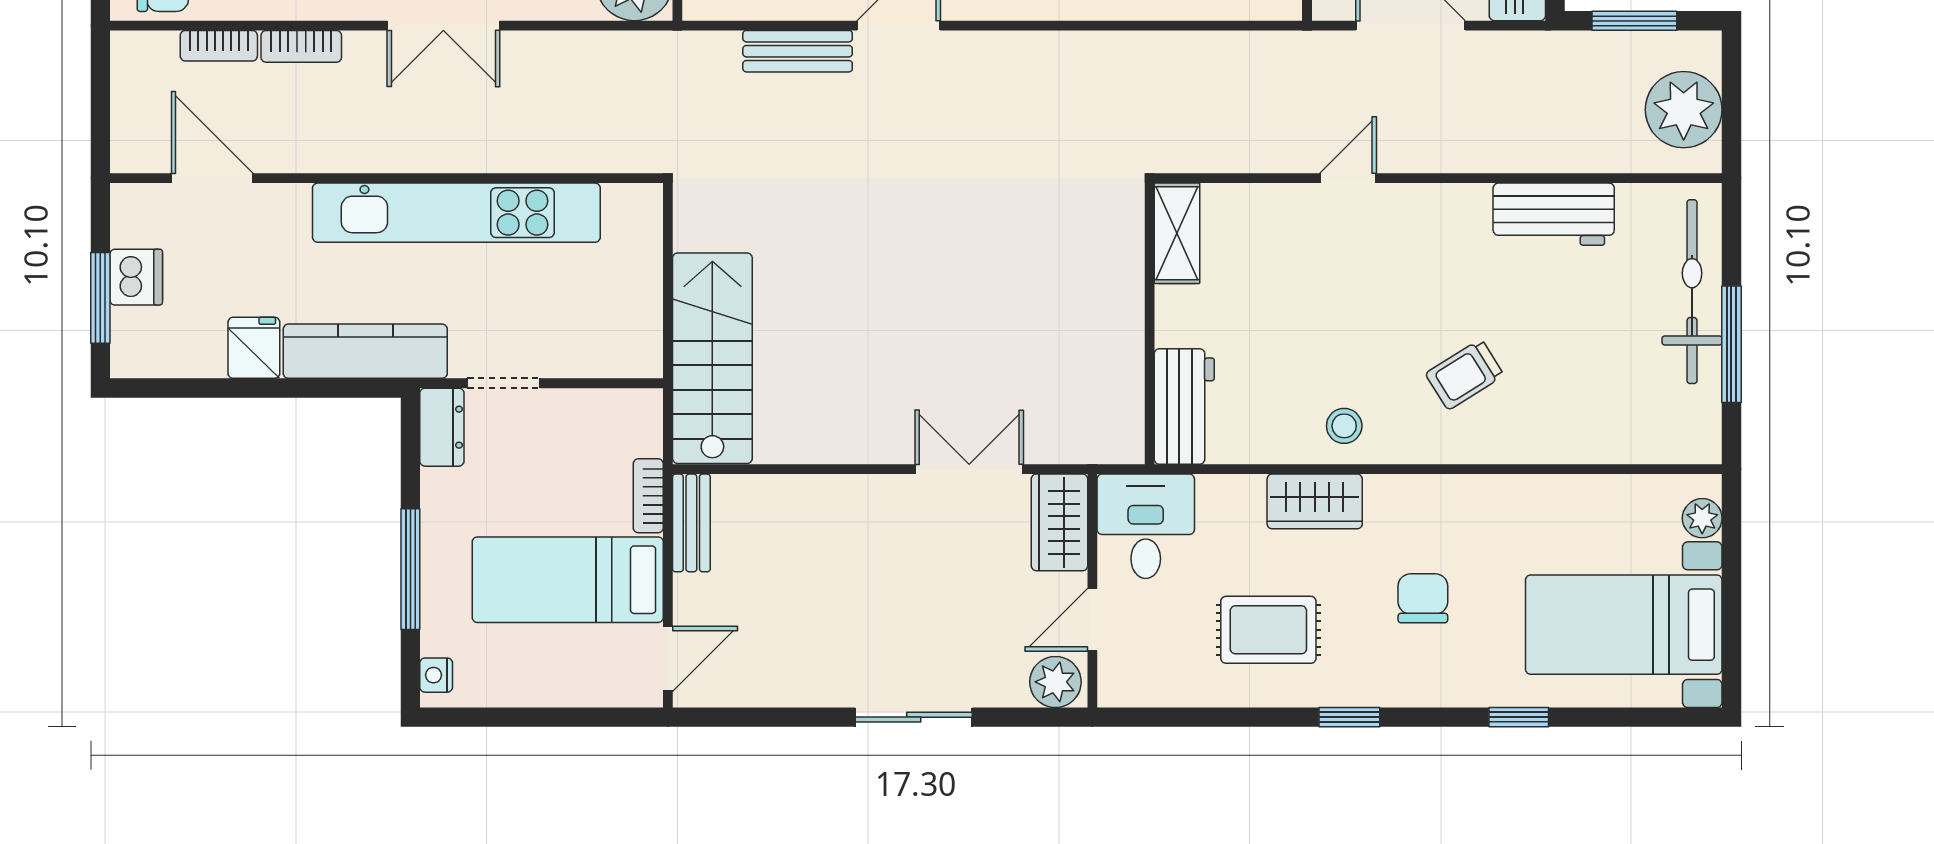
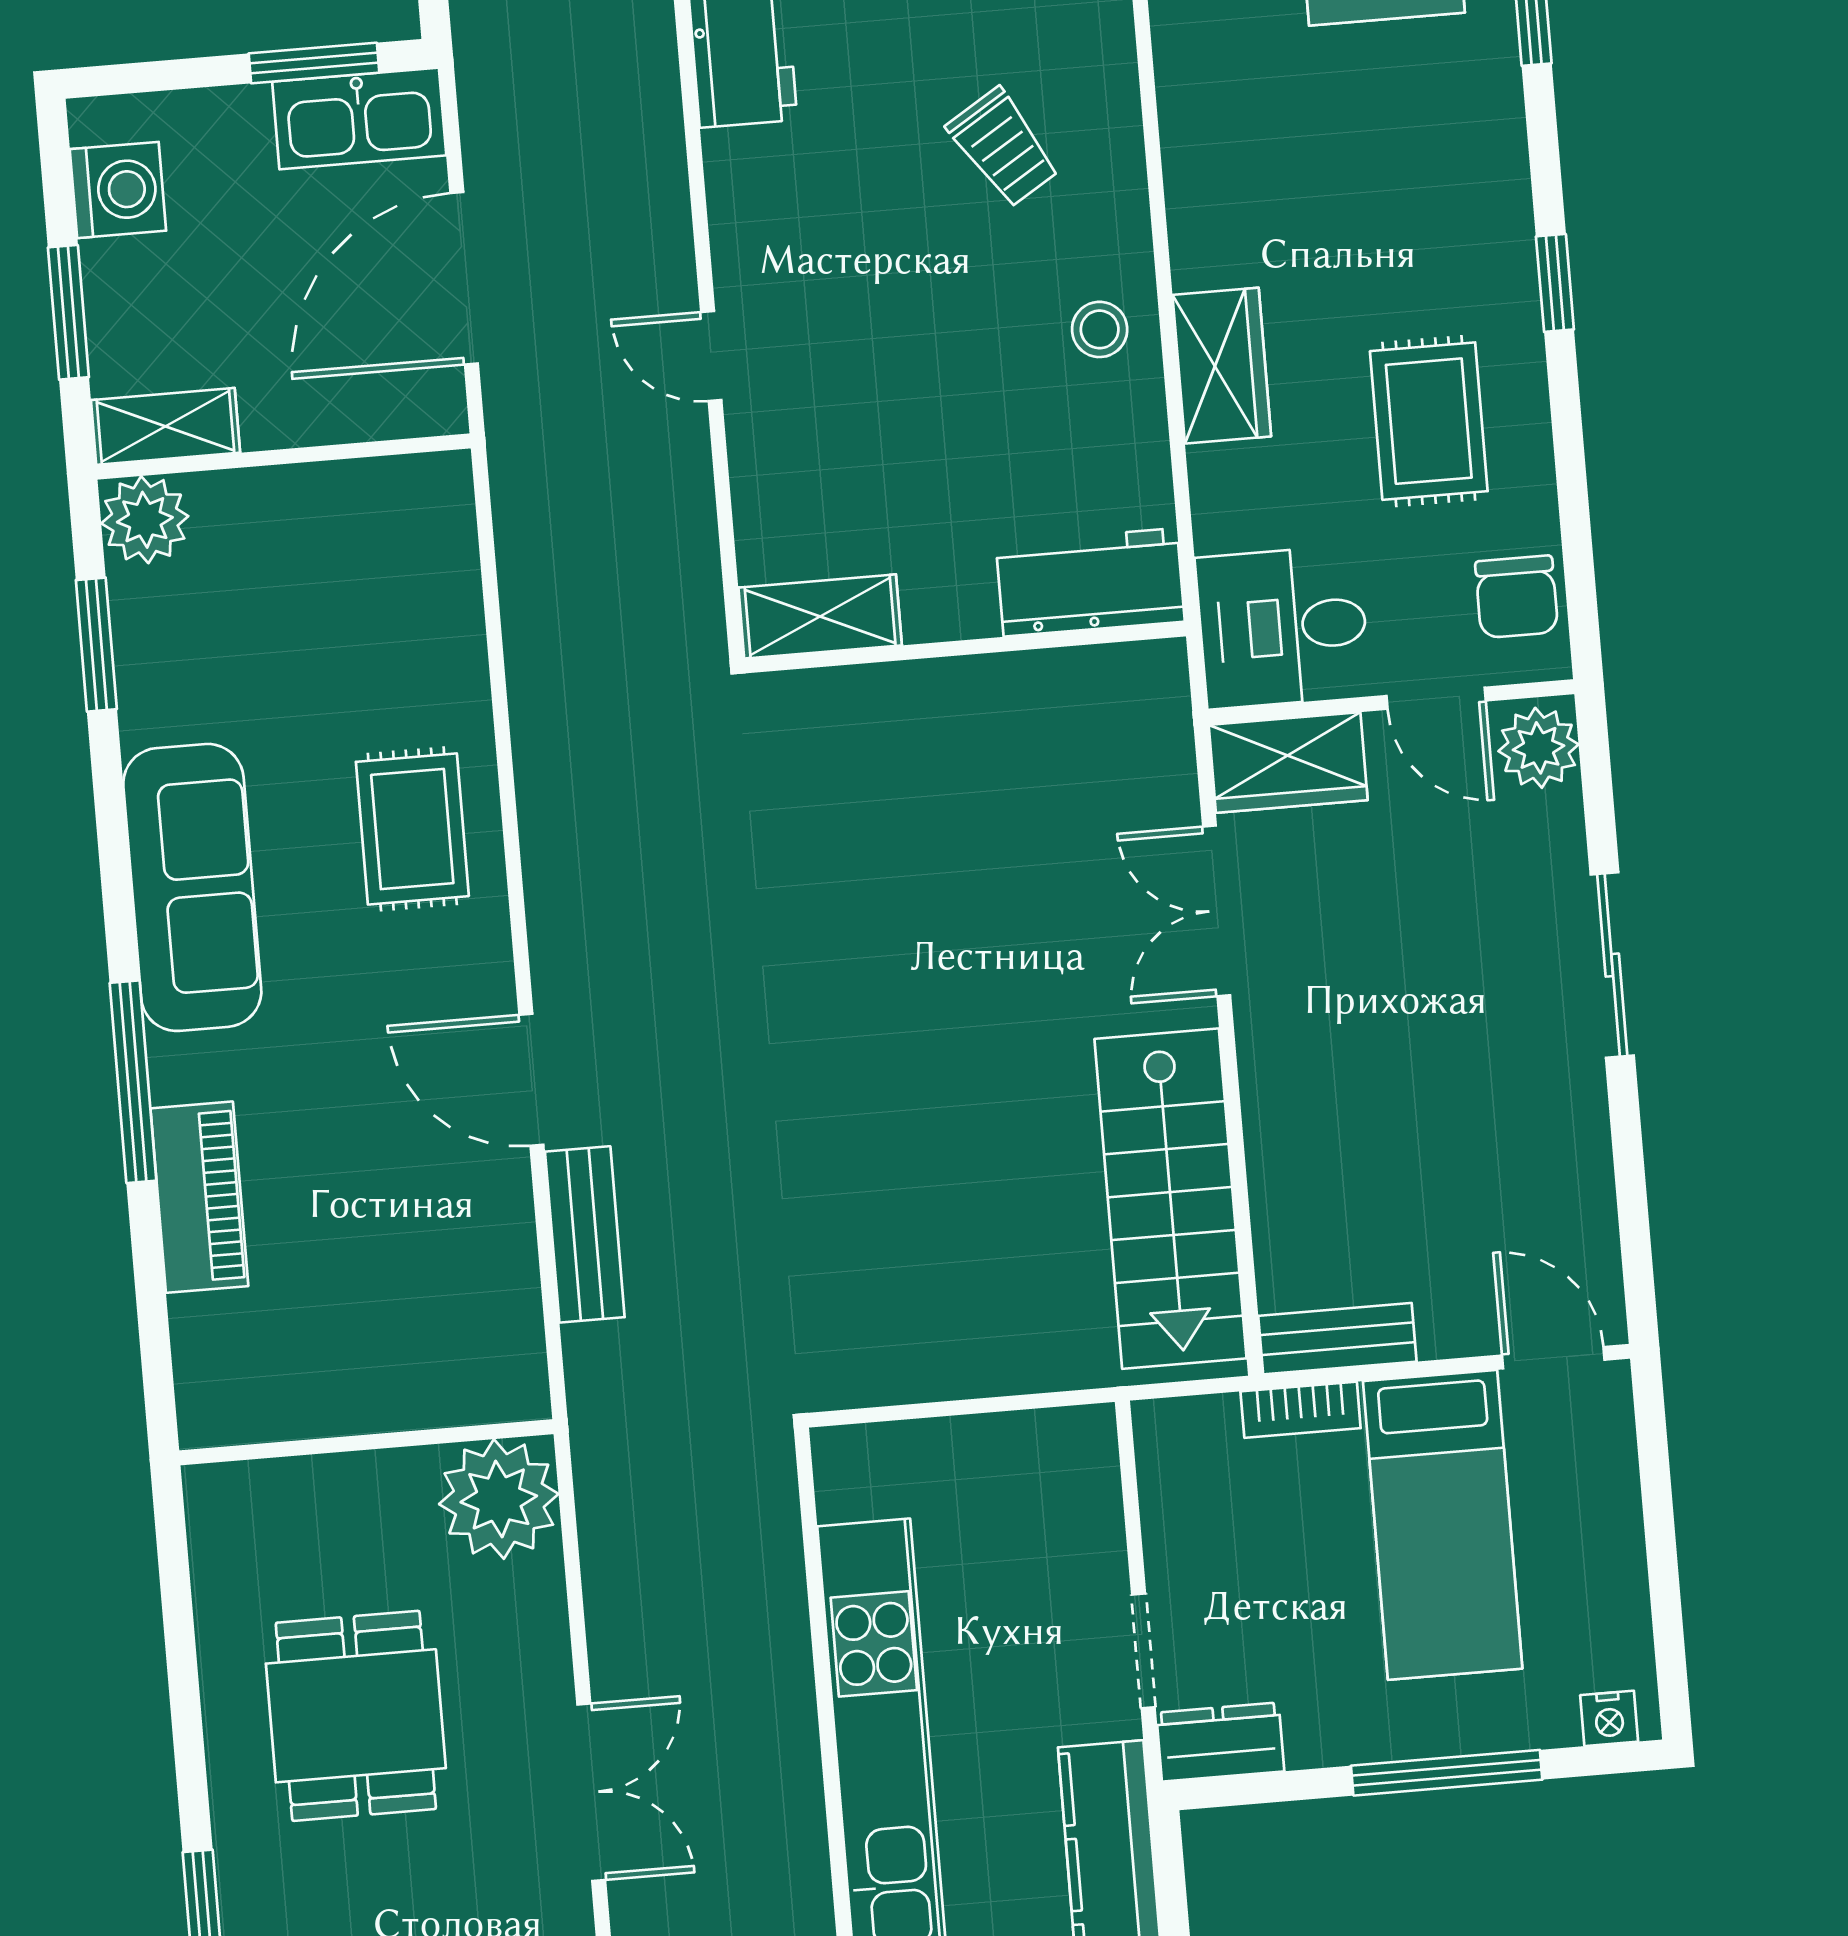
stairs: (712, 358) -> (1171, 1199), moved, turned -90
chair: (1423, 598) -> (1517, 597), moved, turned -90

